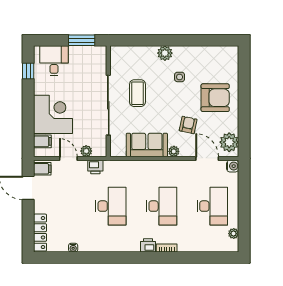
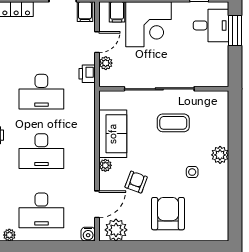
window: (82, 40) -> (235, 30), moved
armchair: (215, 98) -> (168, 214), turned 180
armchair: (188, 125) -> (136, 182), turned -82

